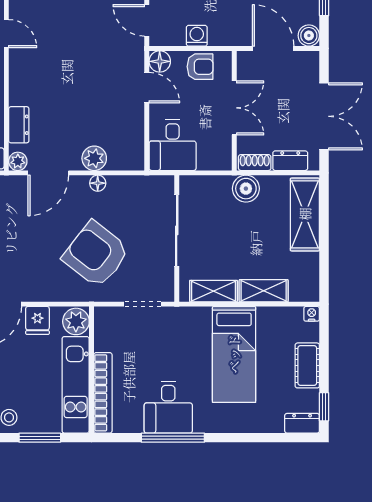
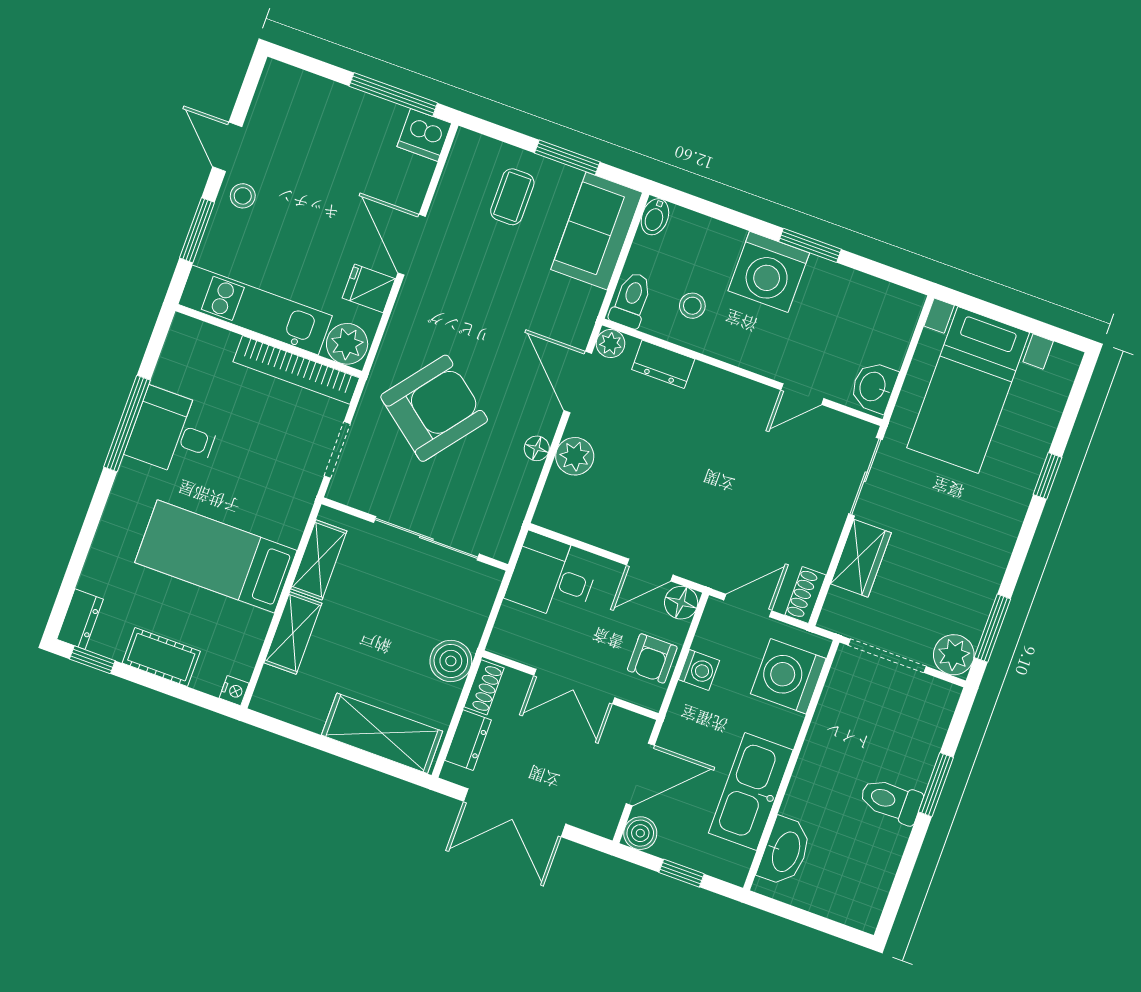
bookcase: (103, 393) -> (296, 370), moved

